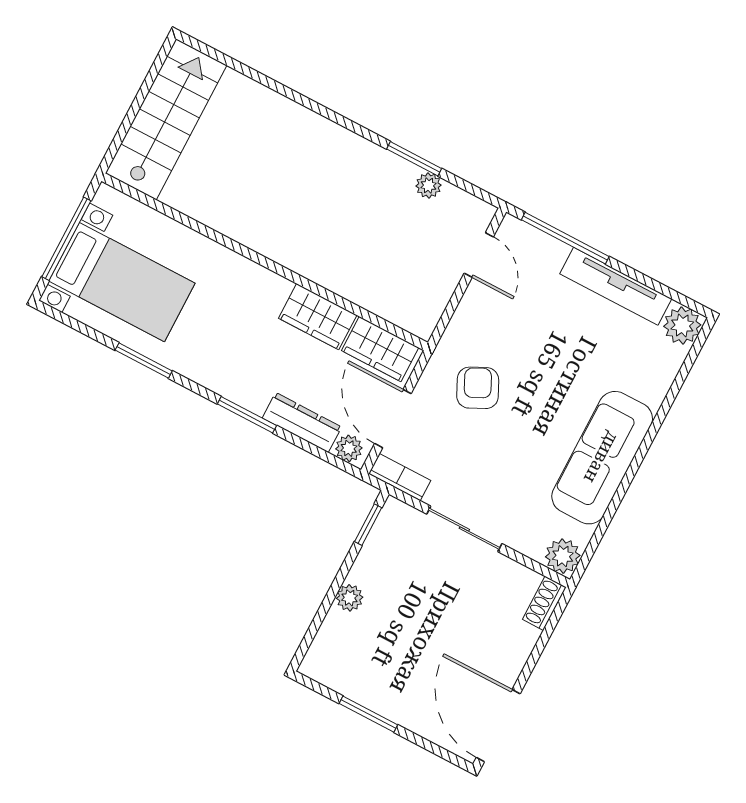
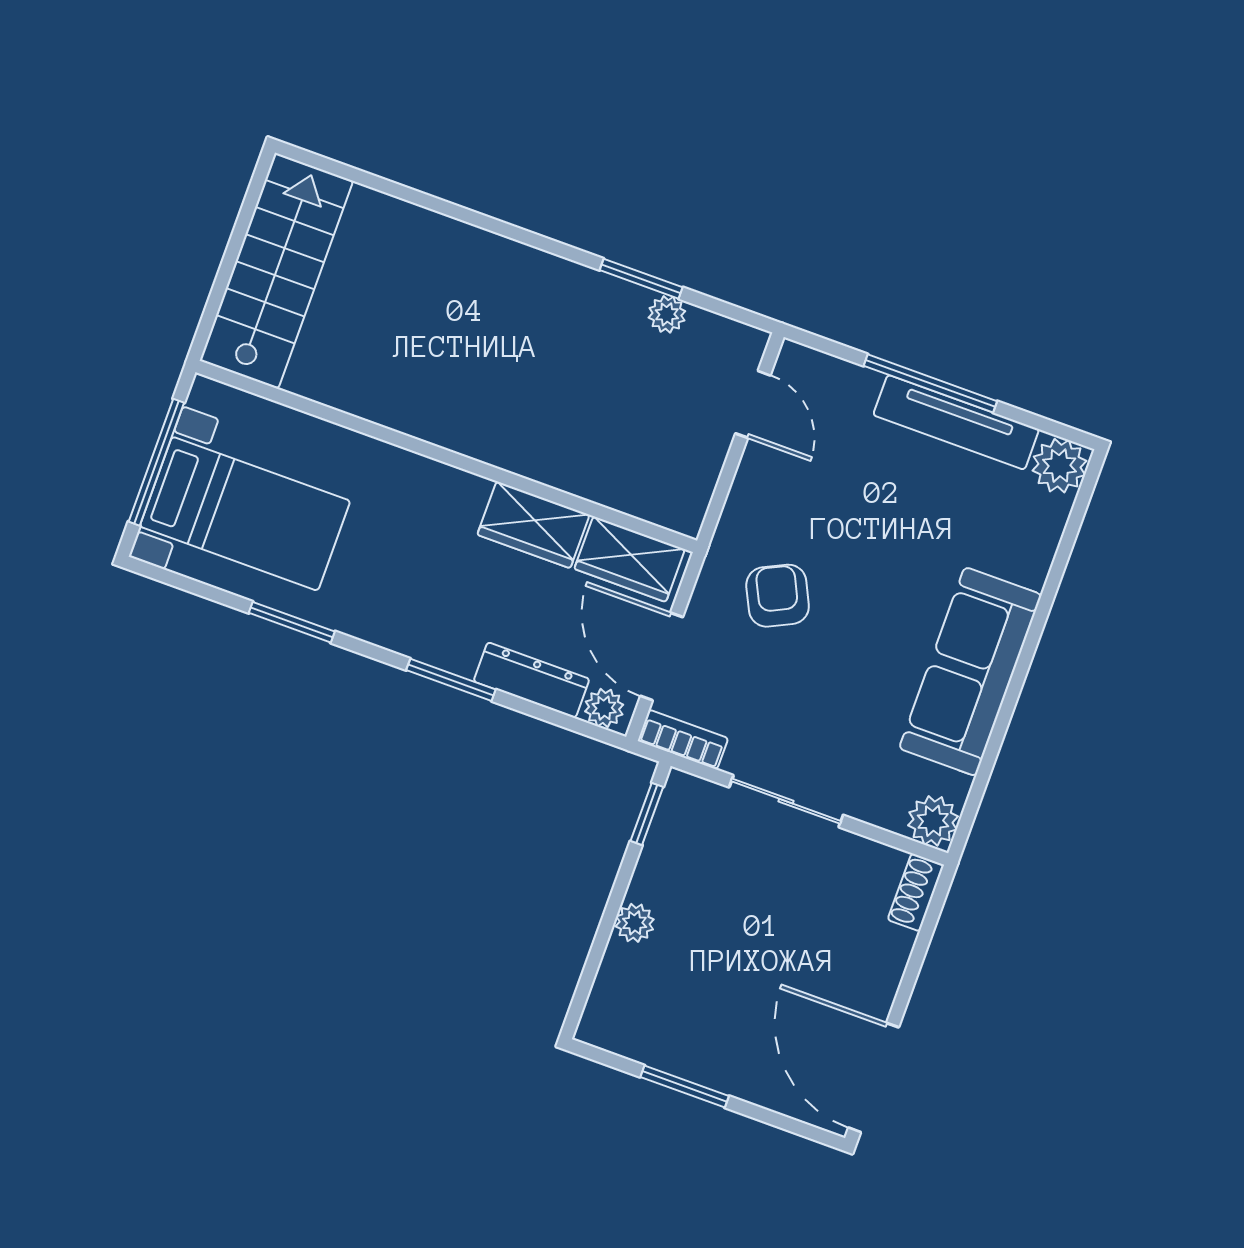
window: (565, 238) -> (930, 383), moved

